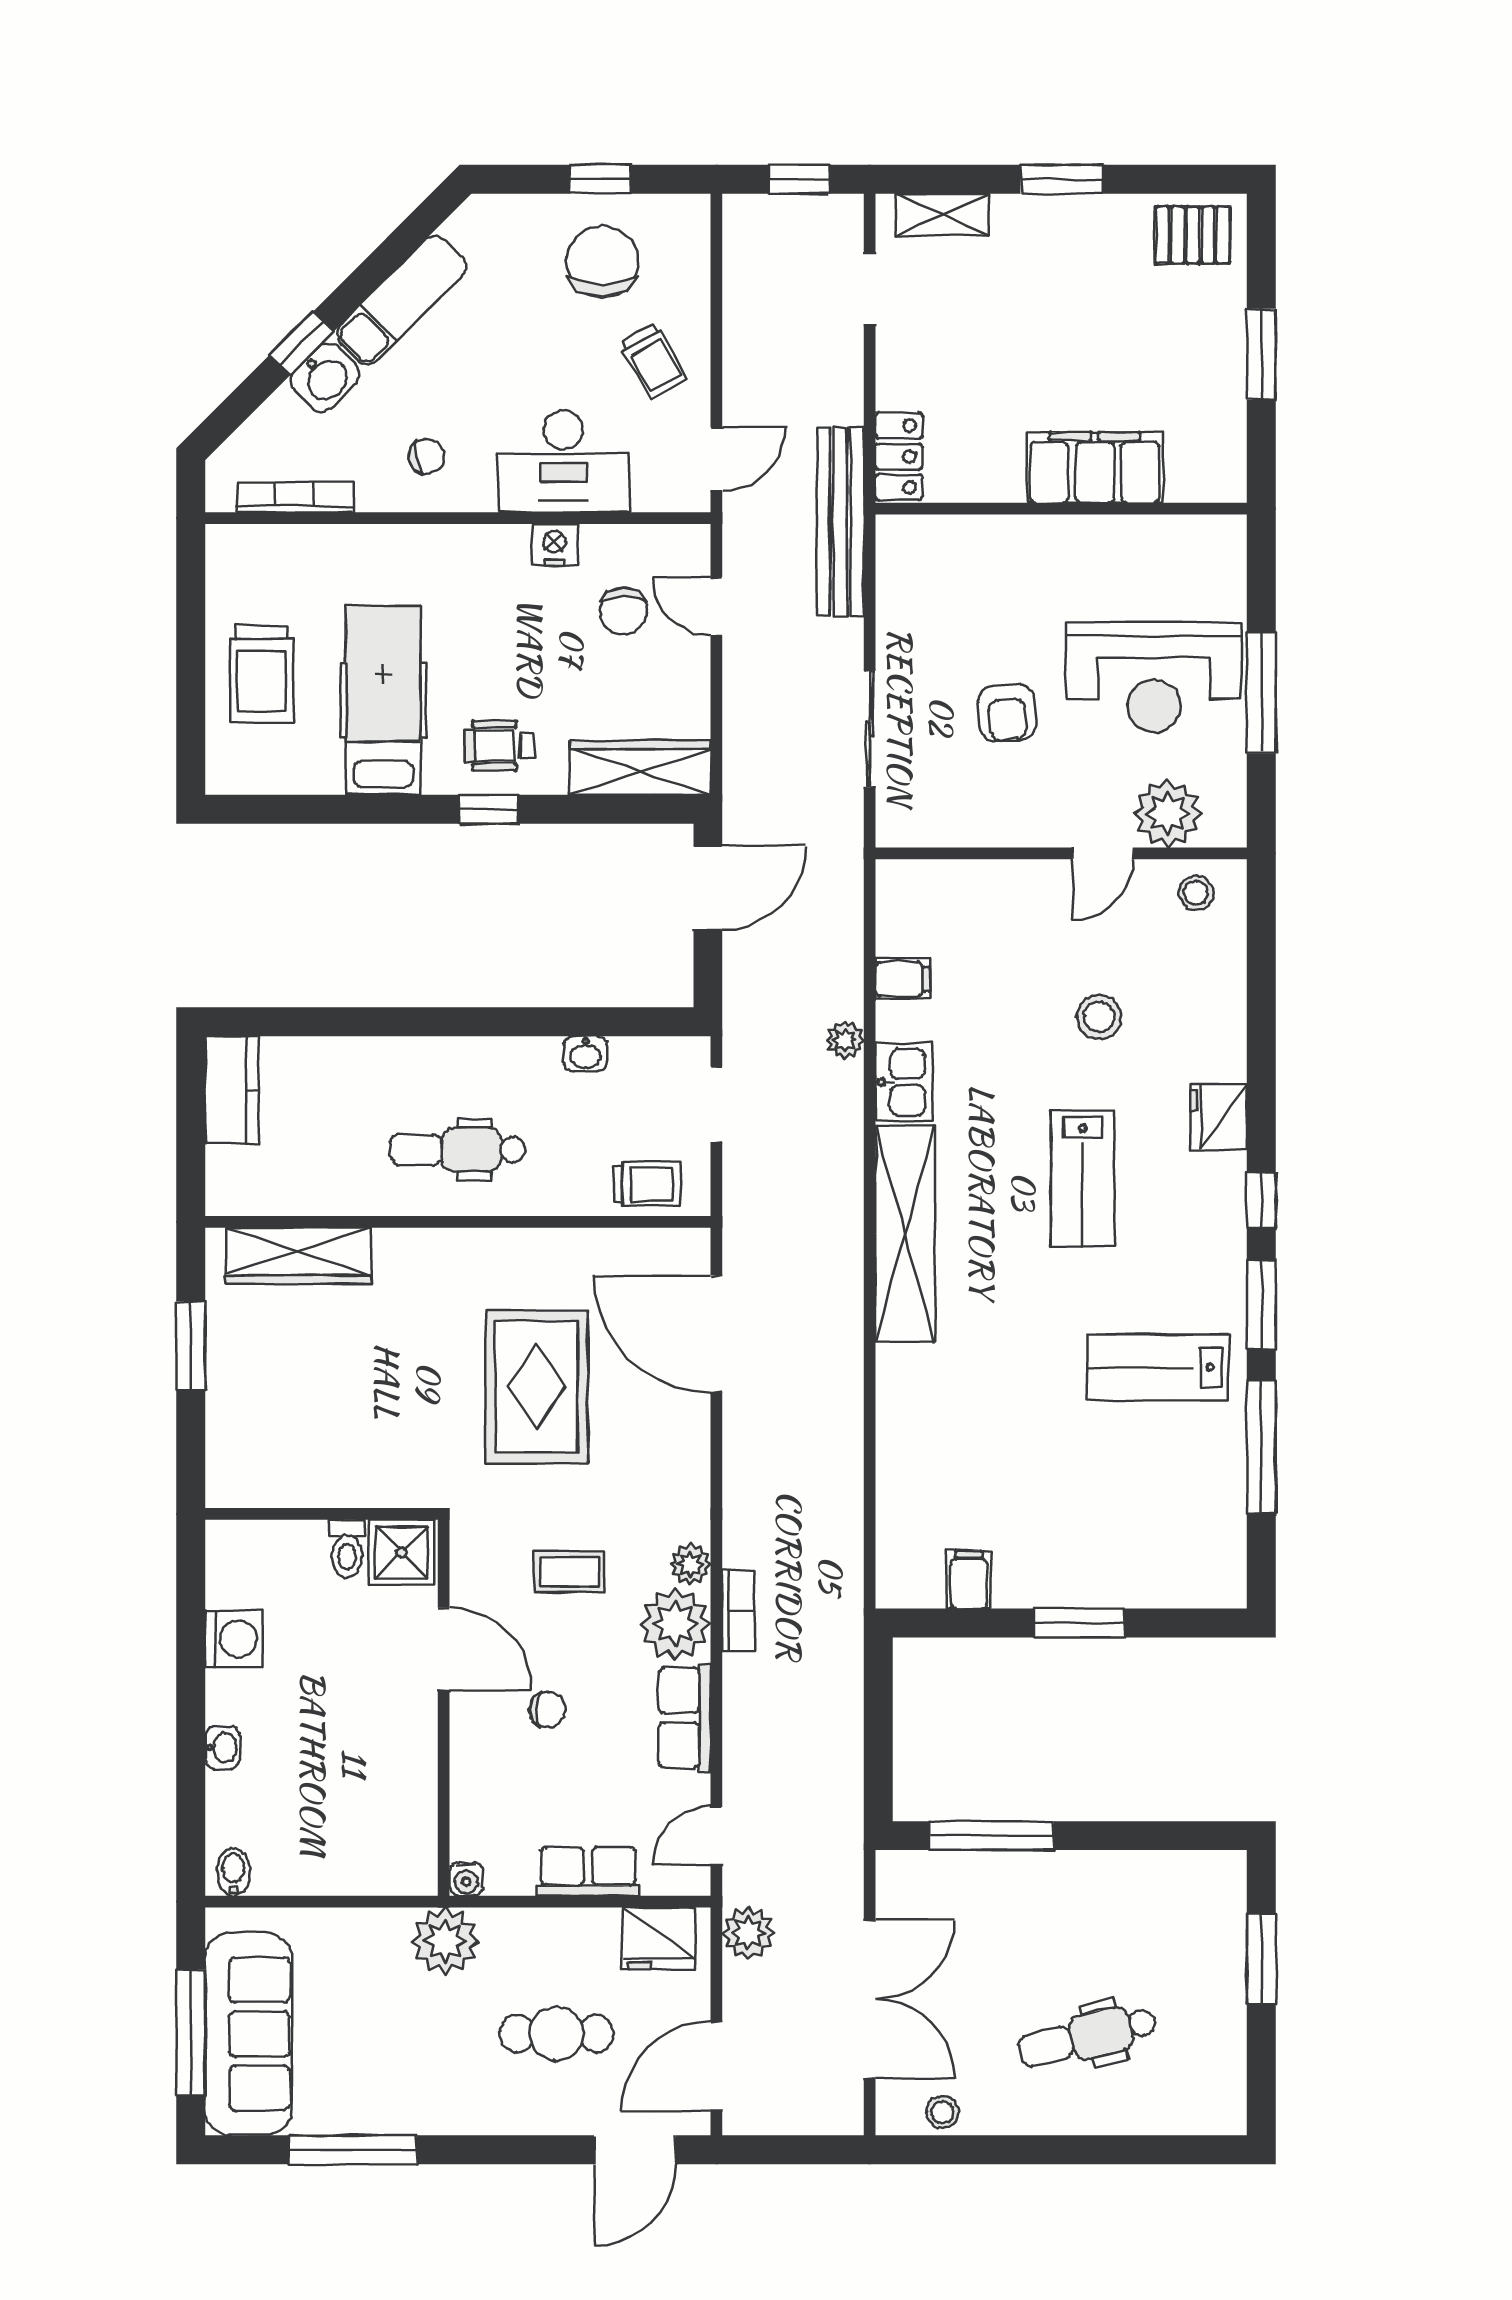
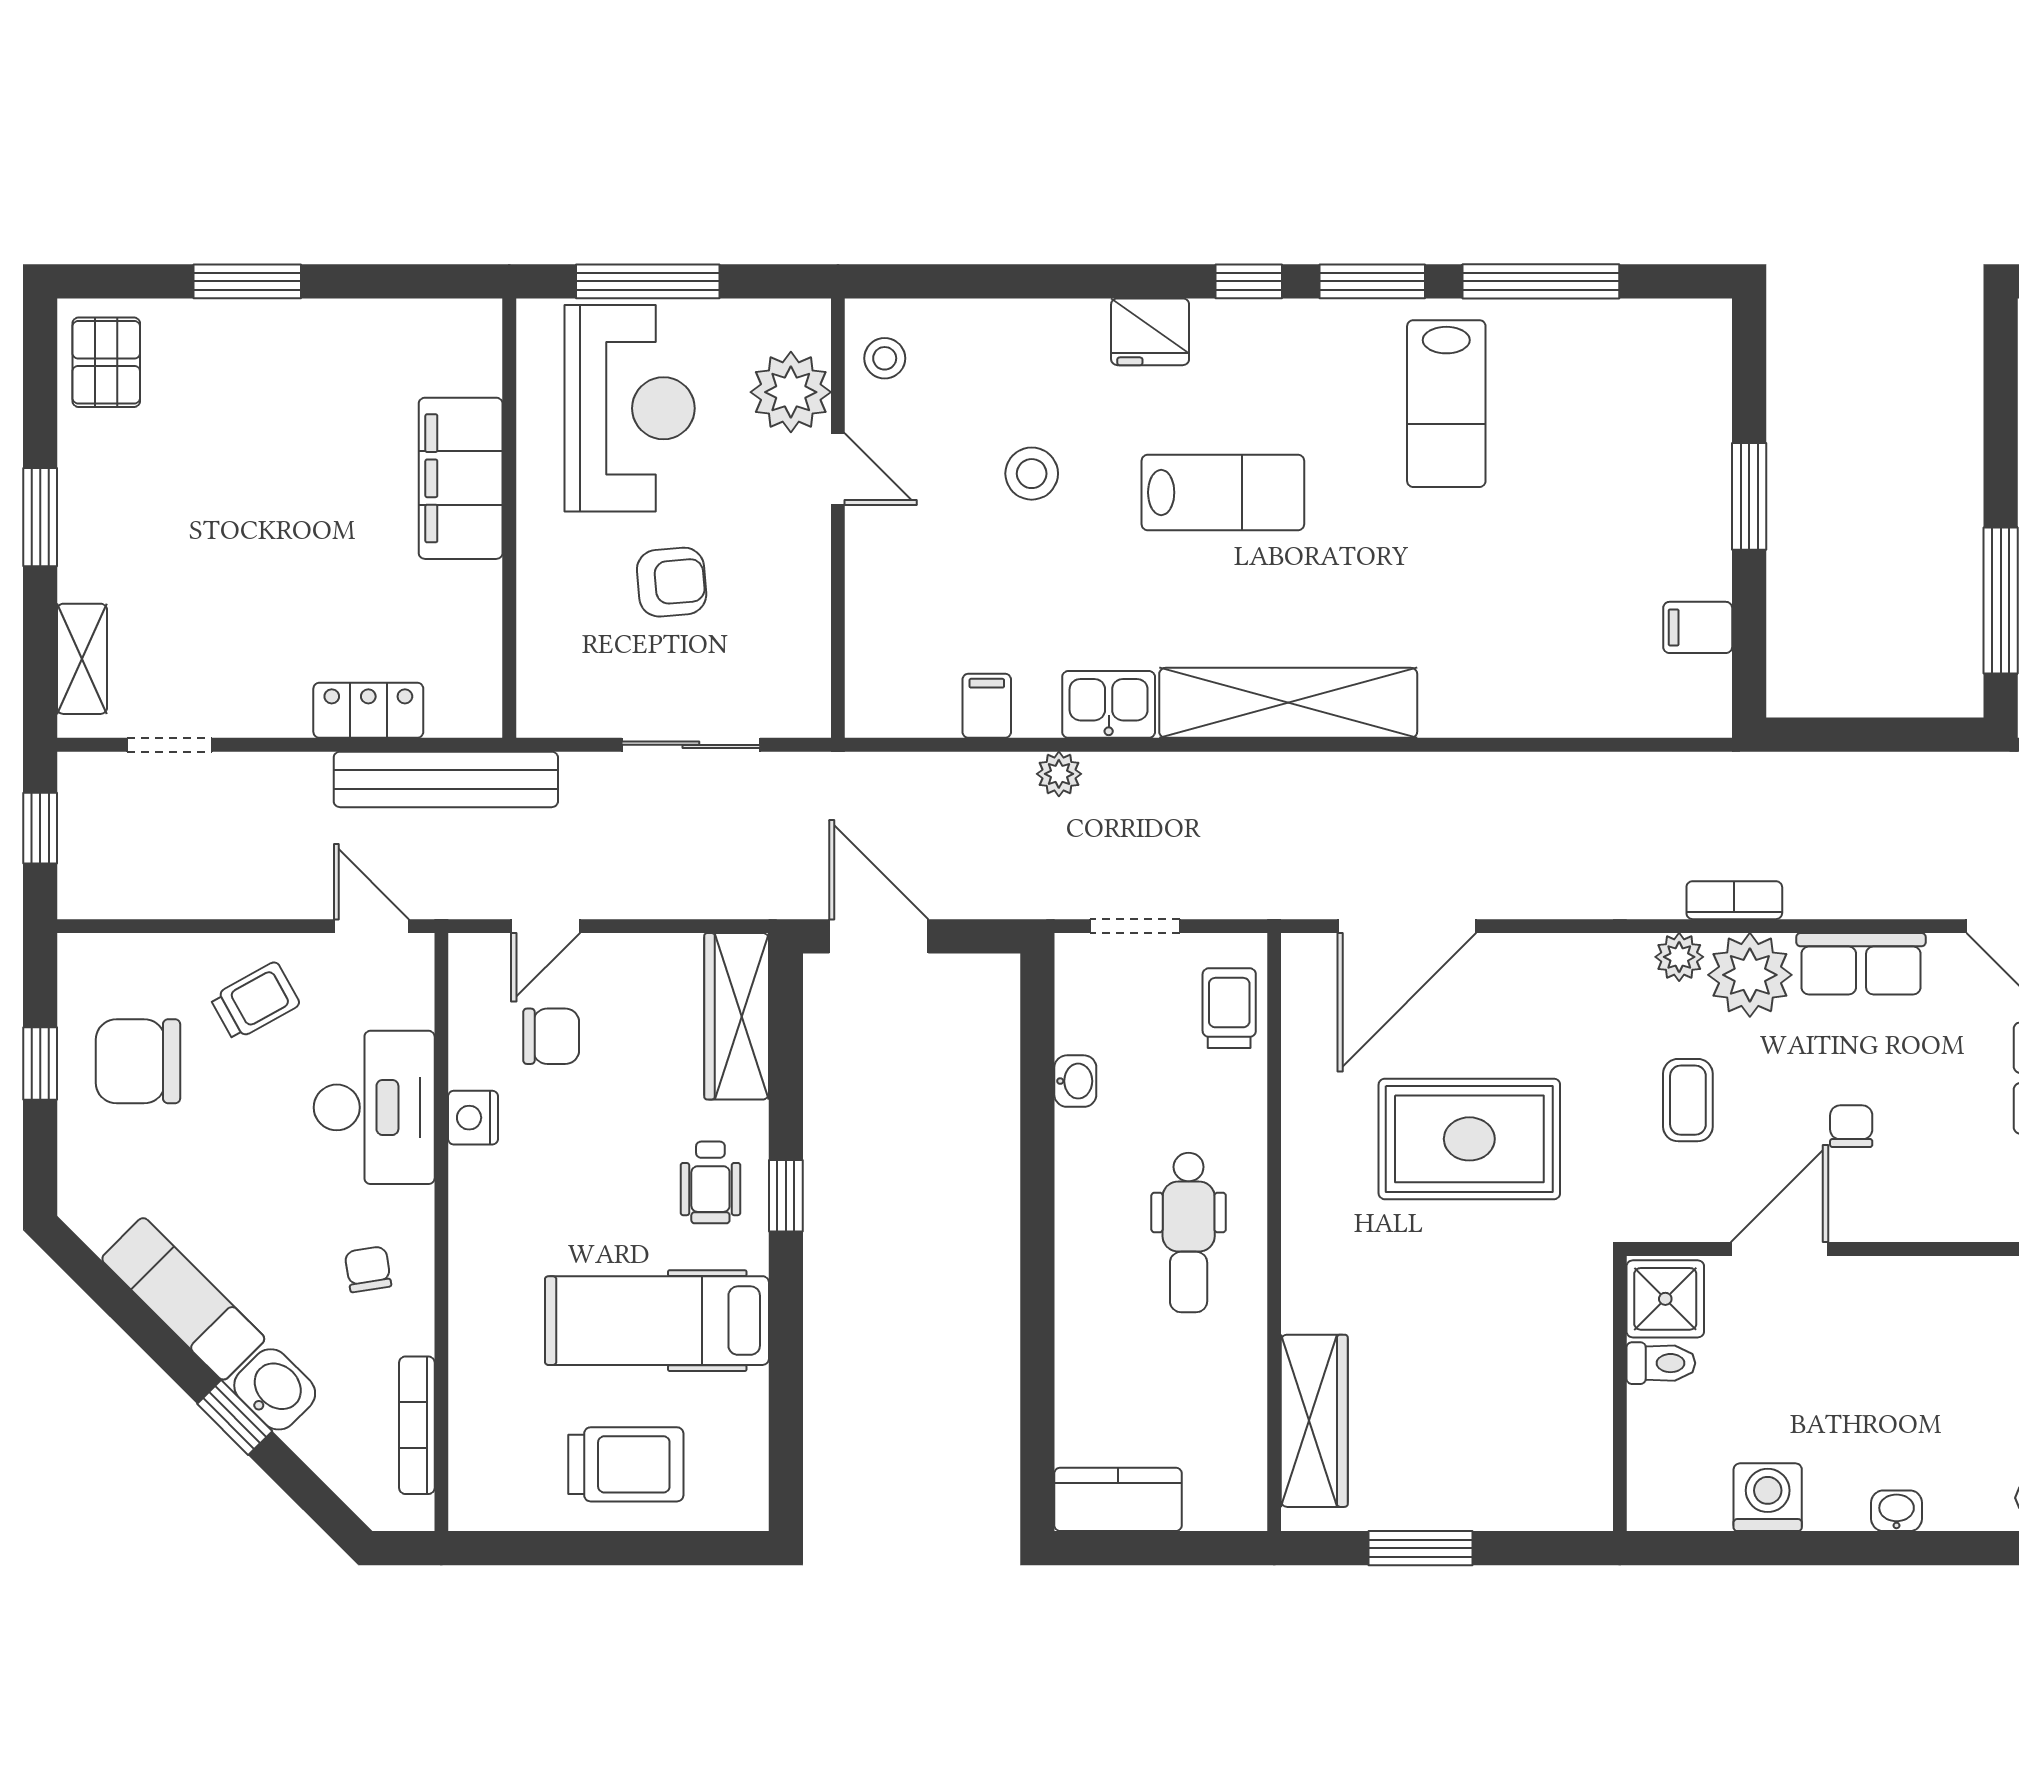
filing cabinet: (1095, 467) -> (461, 478), moved
wall: (1061, 509) -> (509, 518), moved

